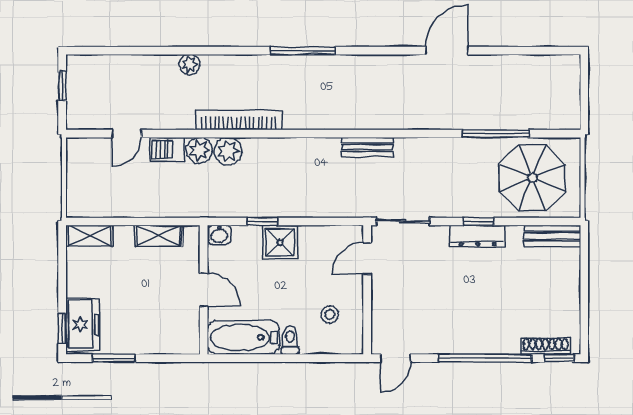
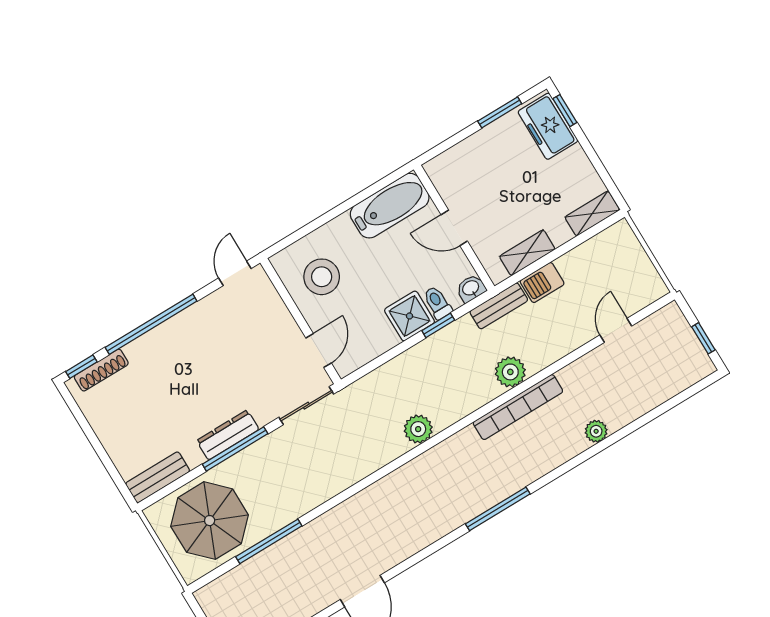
bench: (368, 147) -> (499, 306), moved
barbecue: (167, 149) -> (542, 283), moved, turned 180
plant: (199, 150) -> (418, 429), moved
window: (479, 221) -> (235, 449), width x2.17
stool: (330, 314) -> (322, 277), width x1.89, depth x1.89
toilet: (290, 340) -> (437, 303), moved, turned 180

